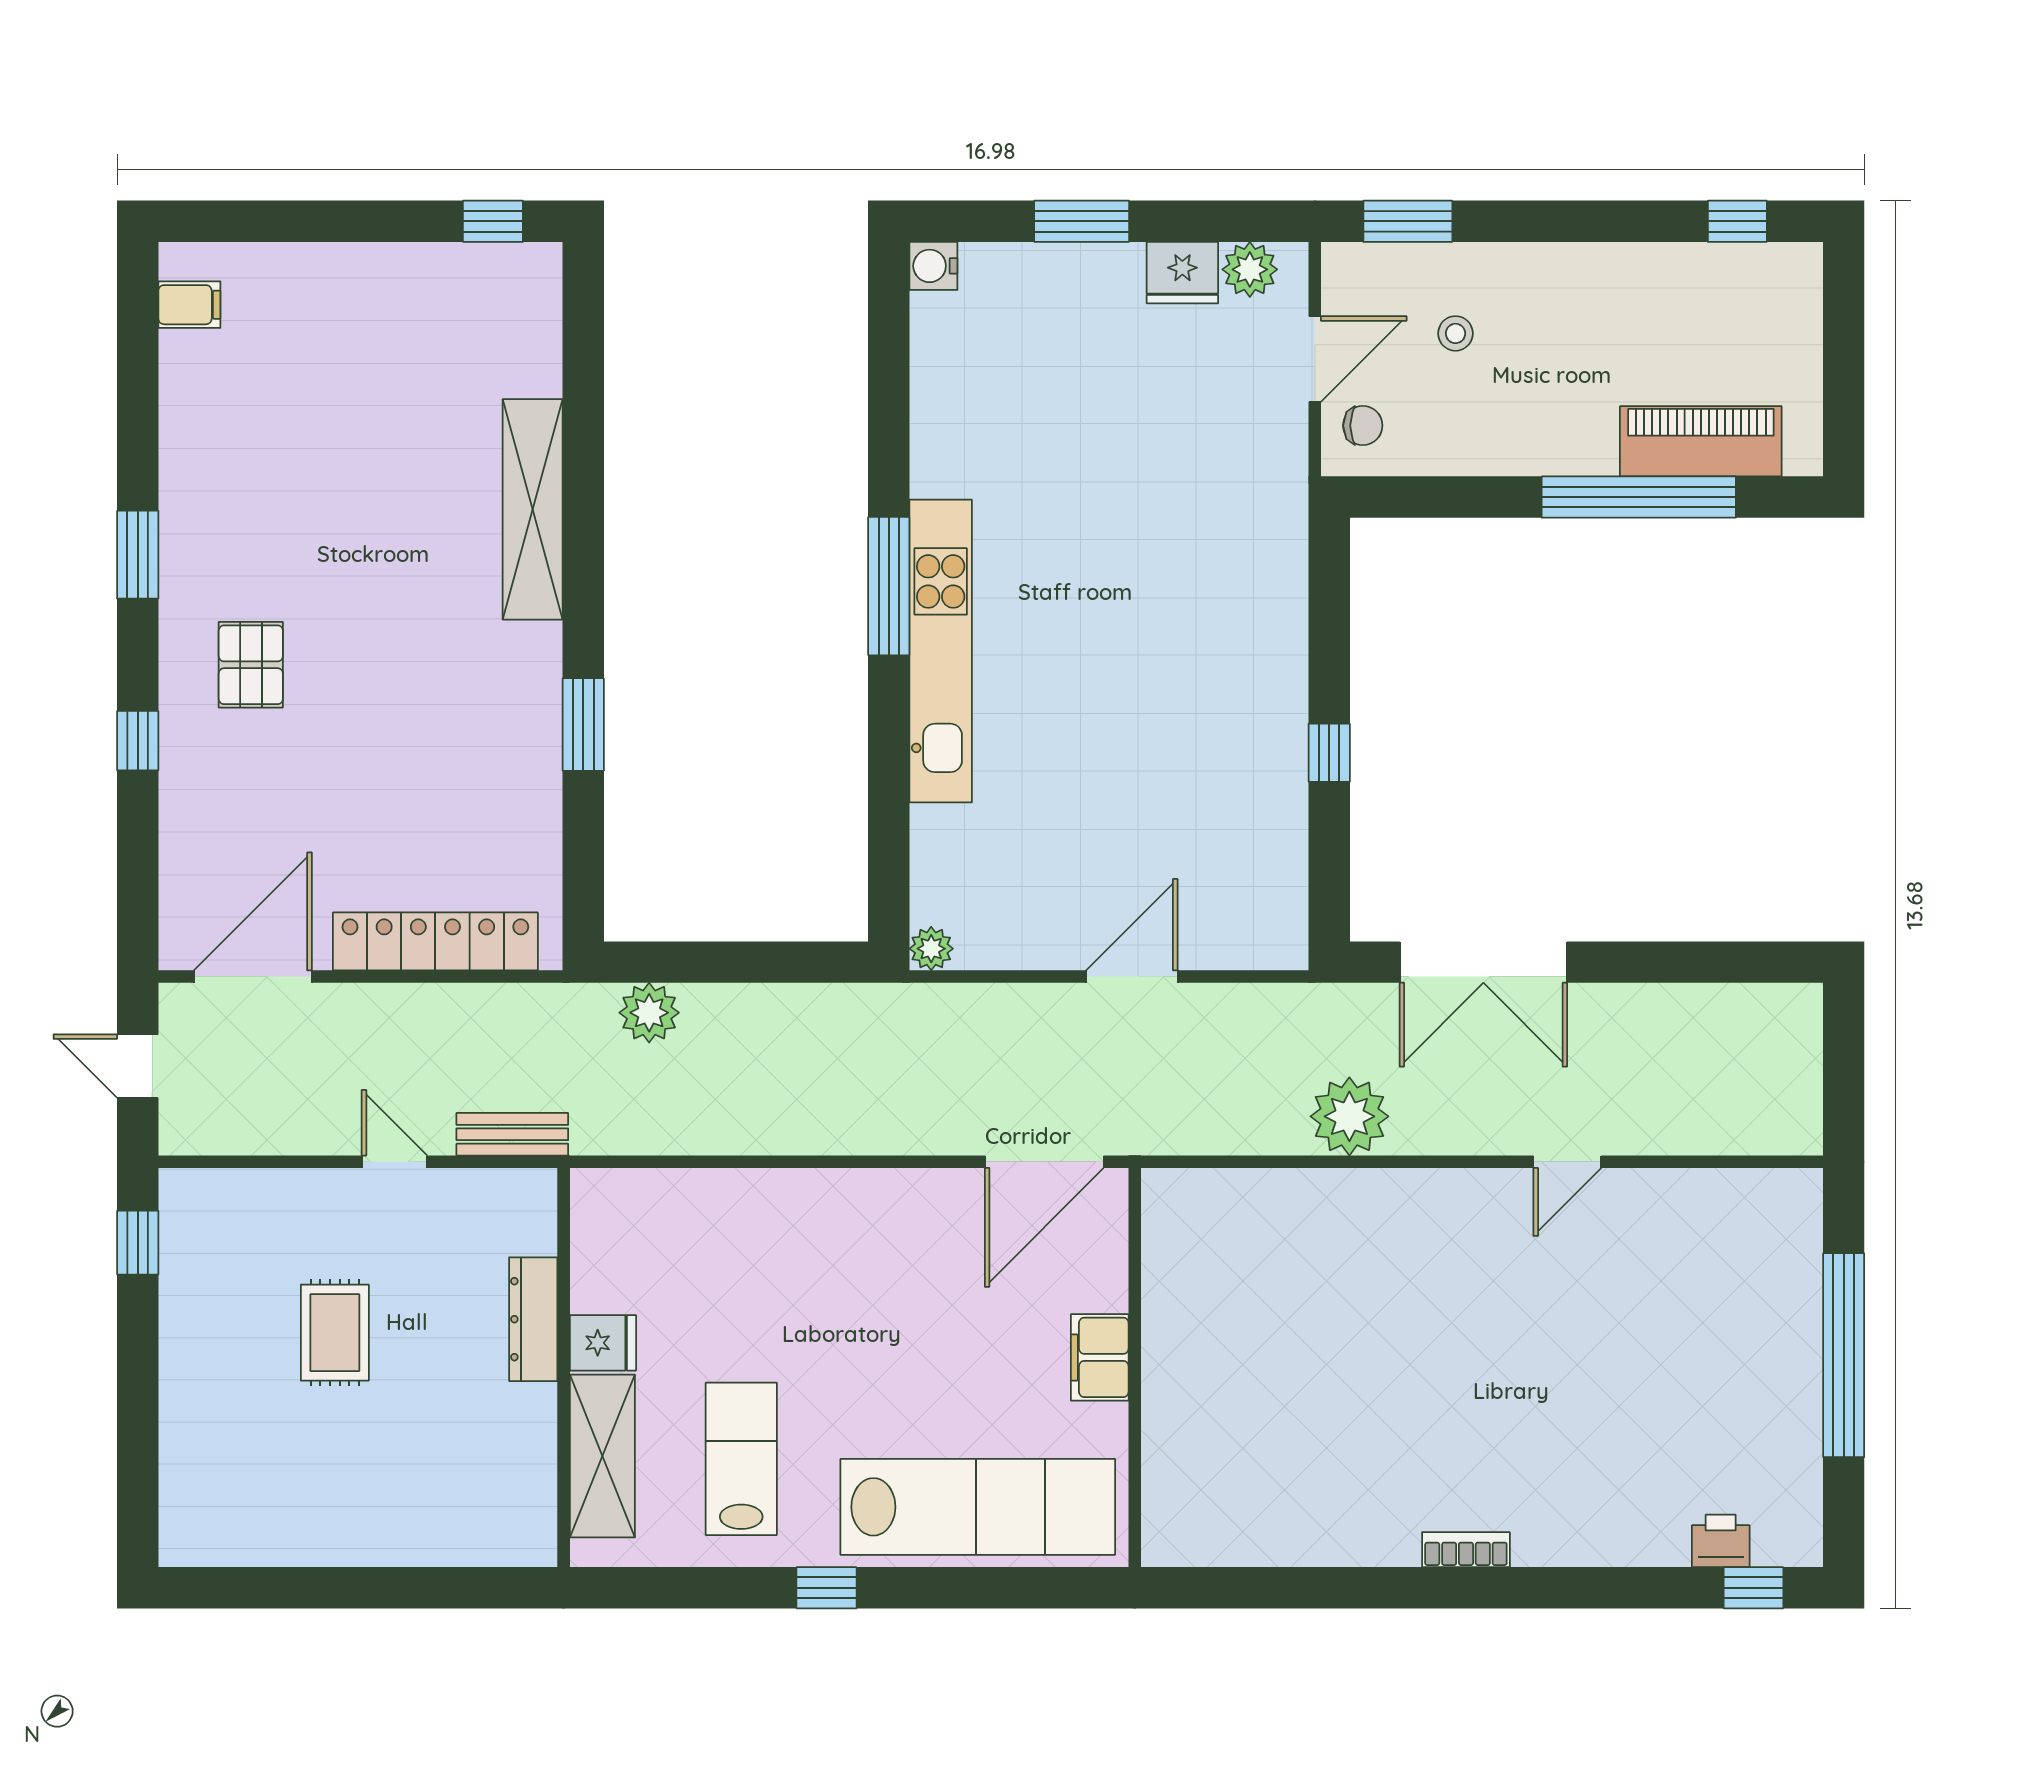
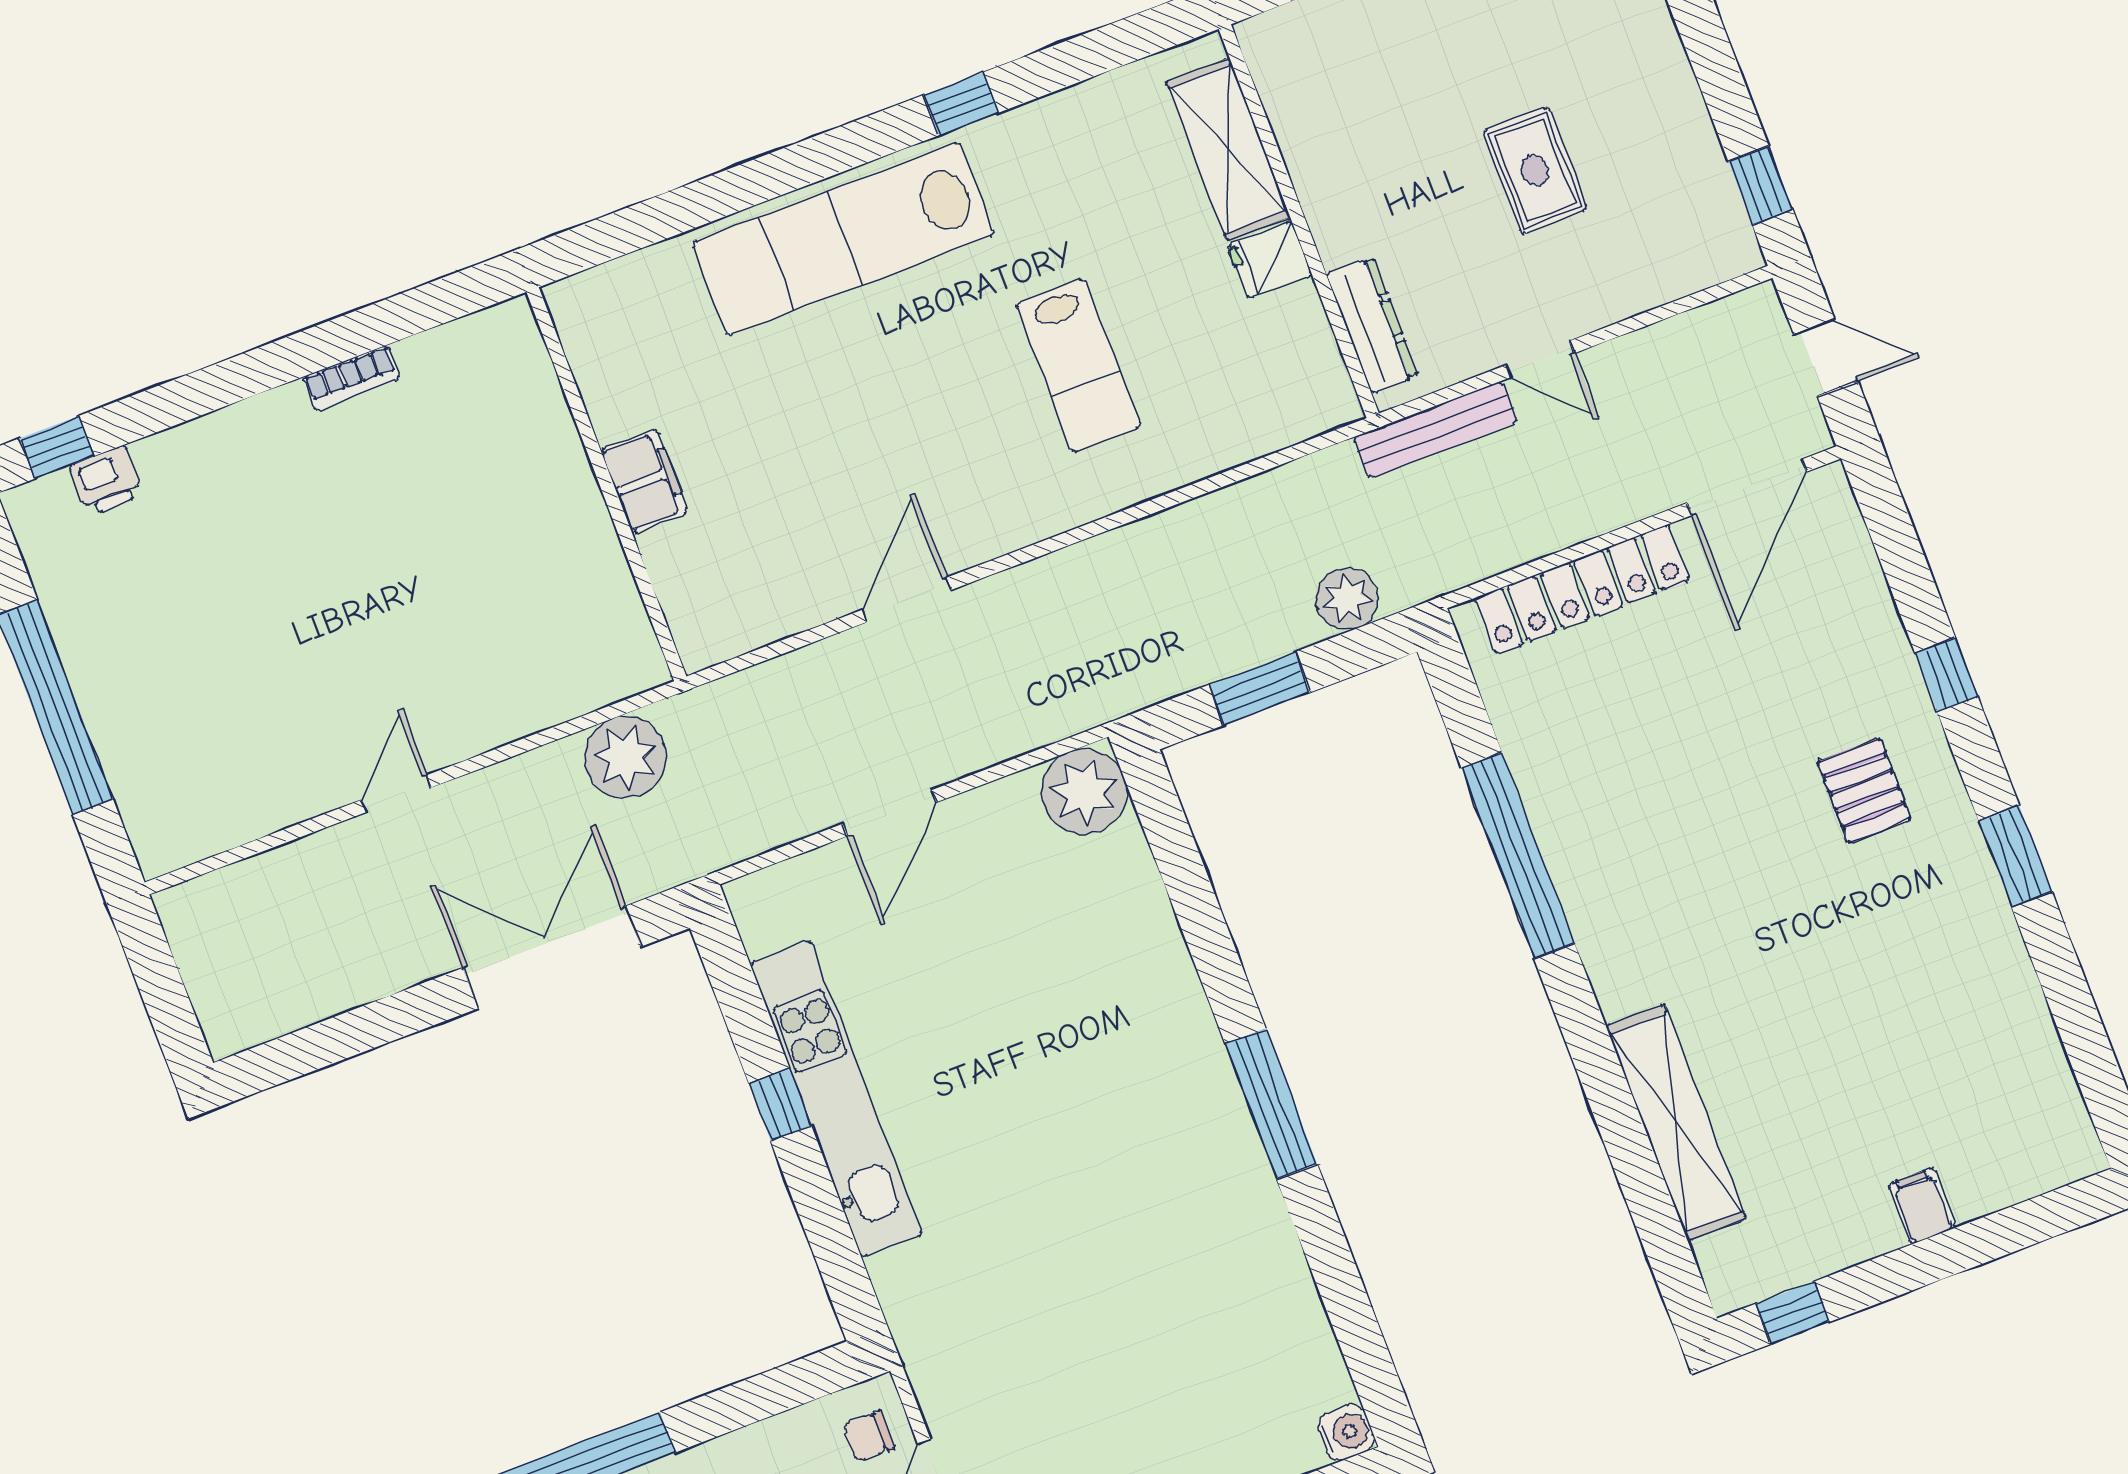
filing cabinet: (189, 305) -> (1922, 1206), moved, turned 90
shelving: (533, 509) -> (1676, 1123), moved
kitchen unit: (941, 651) -> (836, 1099), moved, turned 180
window: (583, 725) -> (1518, 856), width x2.11
plant: (931, 949) -> (1084, 792), width x1.88, depth x1.88
window: (758, 962) -> (1259, 689), added
bench: (512, 1134) -> (1435, 430), width x1.36
door: (1044, 1162) -> (906, 600), width x0.73
dresser: (533, 1319) -> (1372, 325), moved
filing cabinet: (1100, 1357) -> (644, 481), moved
wall: (1135, 1368) -> (606, 484), moved
lab bench: (741, 1459) -> (1079, 365), moved

